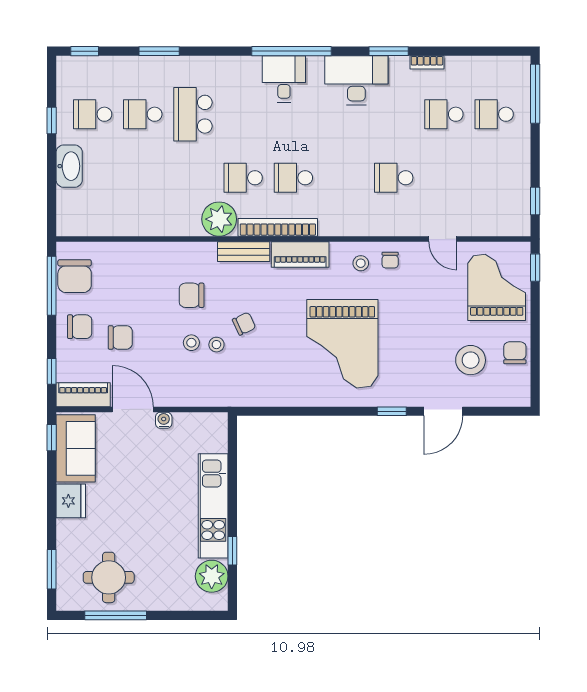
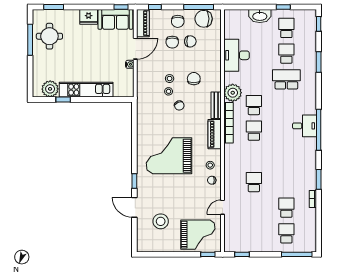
desk: (356, 80) -> (237, 55), moved, turned 180
chair: (515, 353) -> (190, 41), moved

